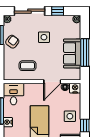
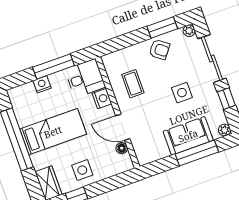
sofa: (72, 53) -> (188, 136), moved
window: (85, 53) -> (197, 153), moved
nightstand: (75, 88) -> (102, 99), moved

